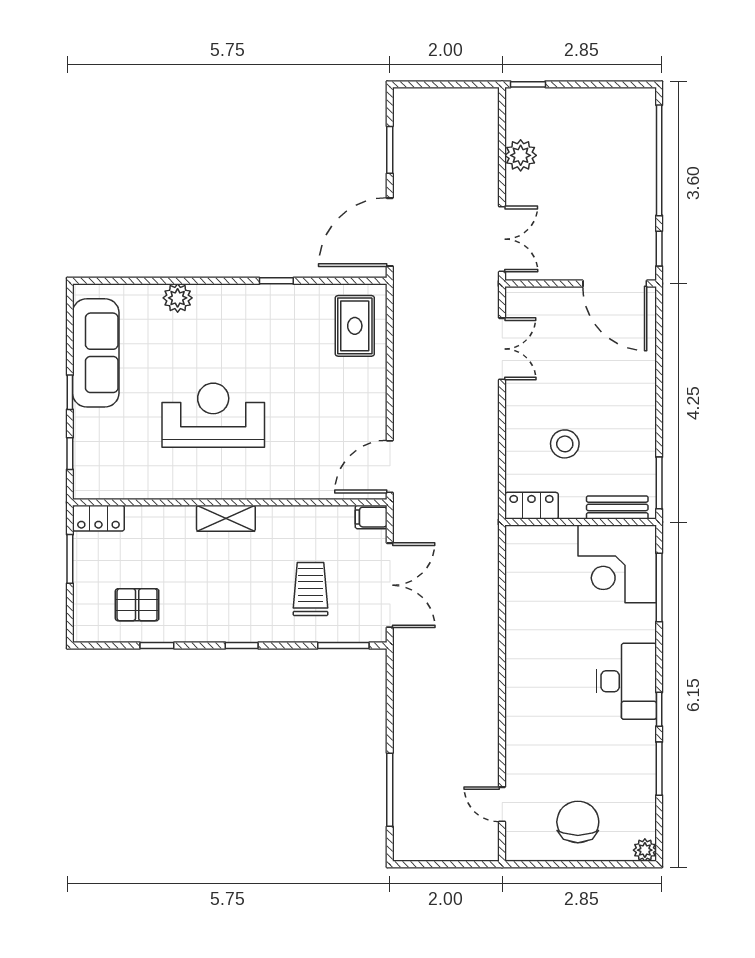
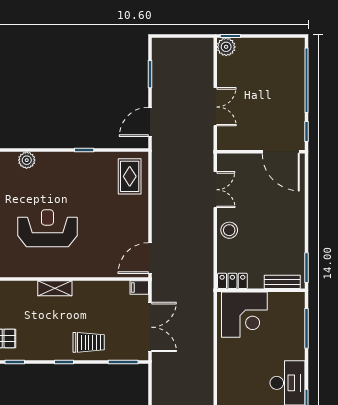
plant: (521, 155) -> (226, 47), moved
door: (390, 232) -> (150, 122), width x0.73
double door: (502, 239) -> (215, 107), moved
stool: (565, 444) -> (229, 230), moved
corner desk: (617, 564) -> (244, 315), moved, turned -90
trolley: (311, 589) -> (89, 342), moved, turned 90

